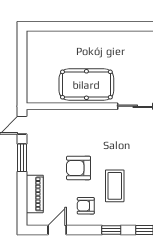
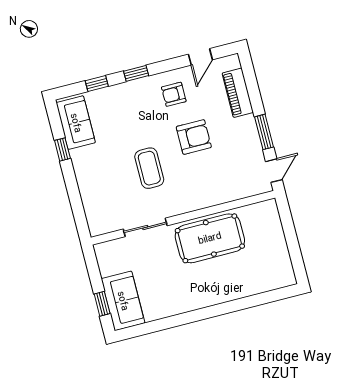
coffee table: (115, 186) -> (149, 168), moved
armchair: (86, 206) -> (174, 94), turned 180

